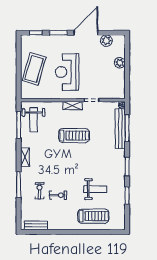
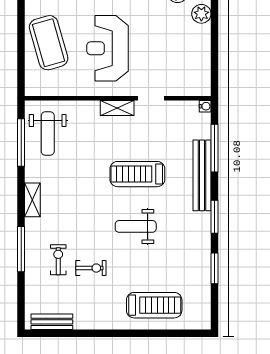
plant: (120, 63) -> (201, 14), moved
coffee table: (34, 69) -> (49, 43), turned -32
bench: (120, 128) -> (202, 175), moved
treadmill: (74, 136) -> (137, 174), moved, turned 180
weight bench: (95, 189) -> (136, 226), moved, turned 180

